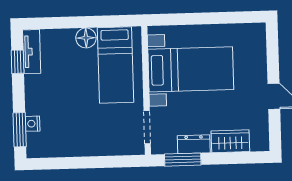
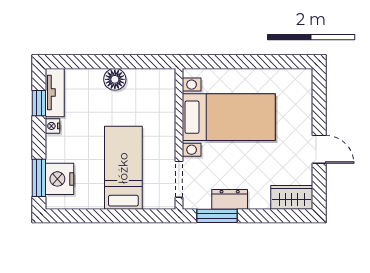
bed: (115, 65) -> (123, 168), moved, turned 180
nightstand: (31, 82) -> (53, 126), added
nightstand: (33, 124) -> (60, 179), width x1.89, depth x1.79
wardrobe: (230, 141) -> (292, 197), moved

